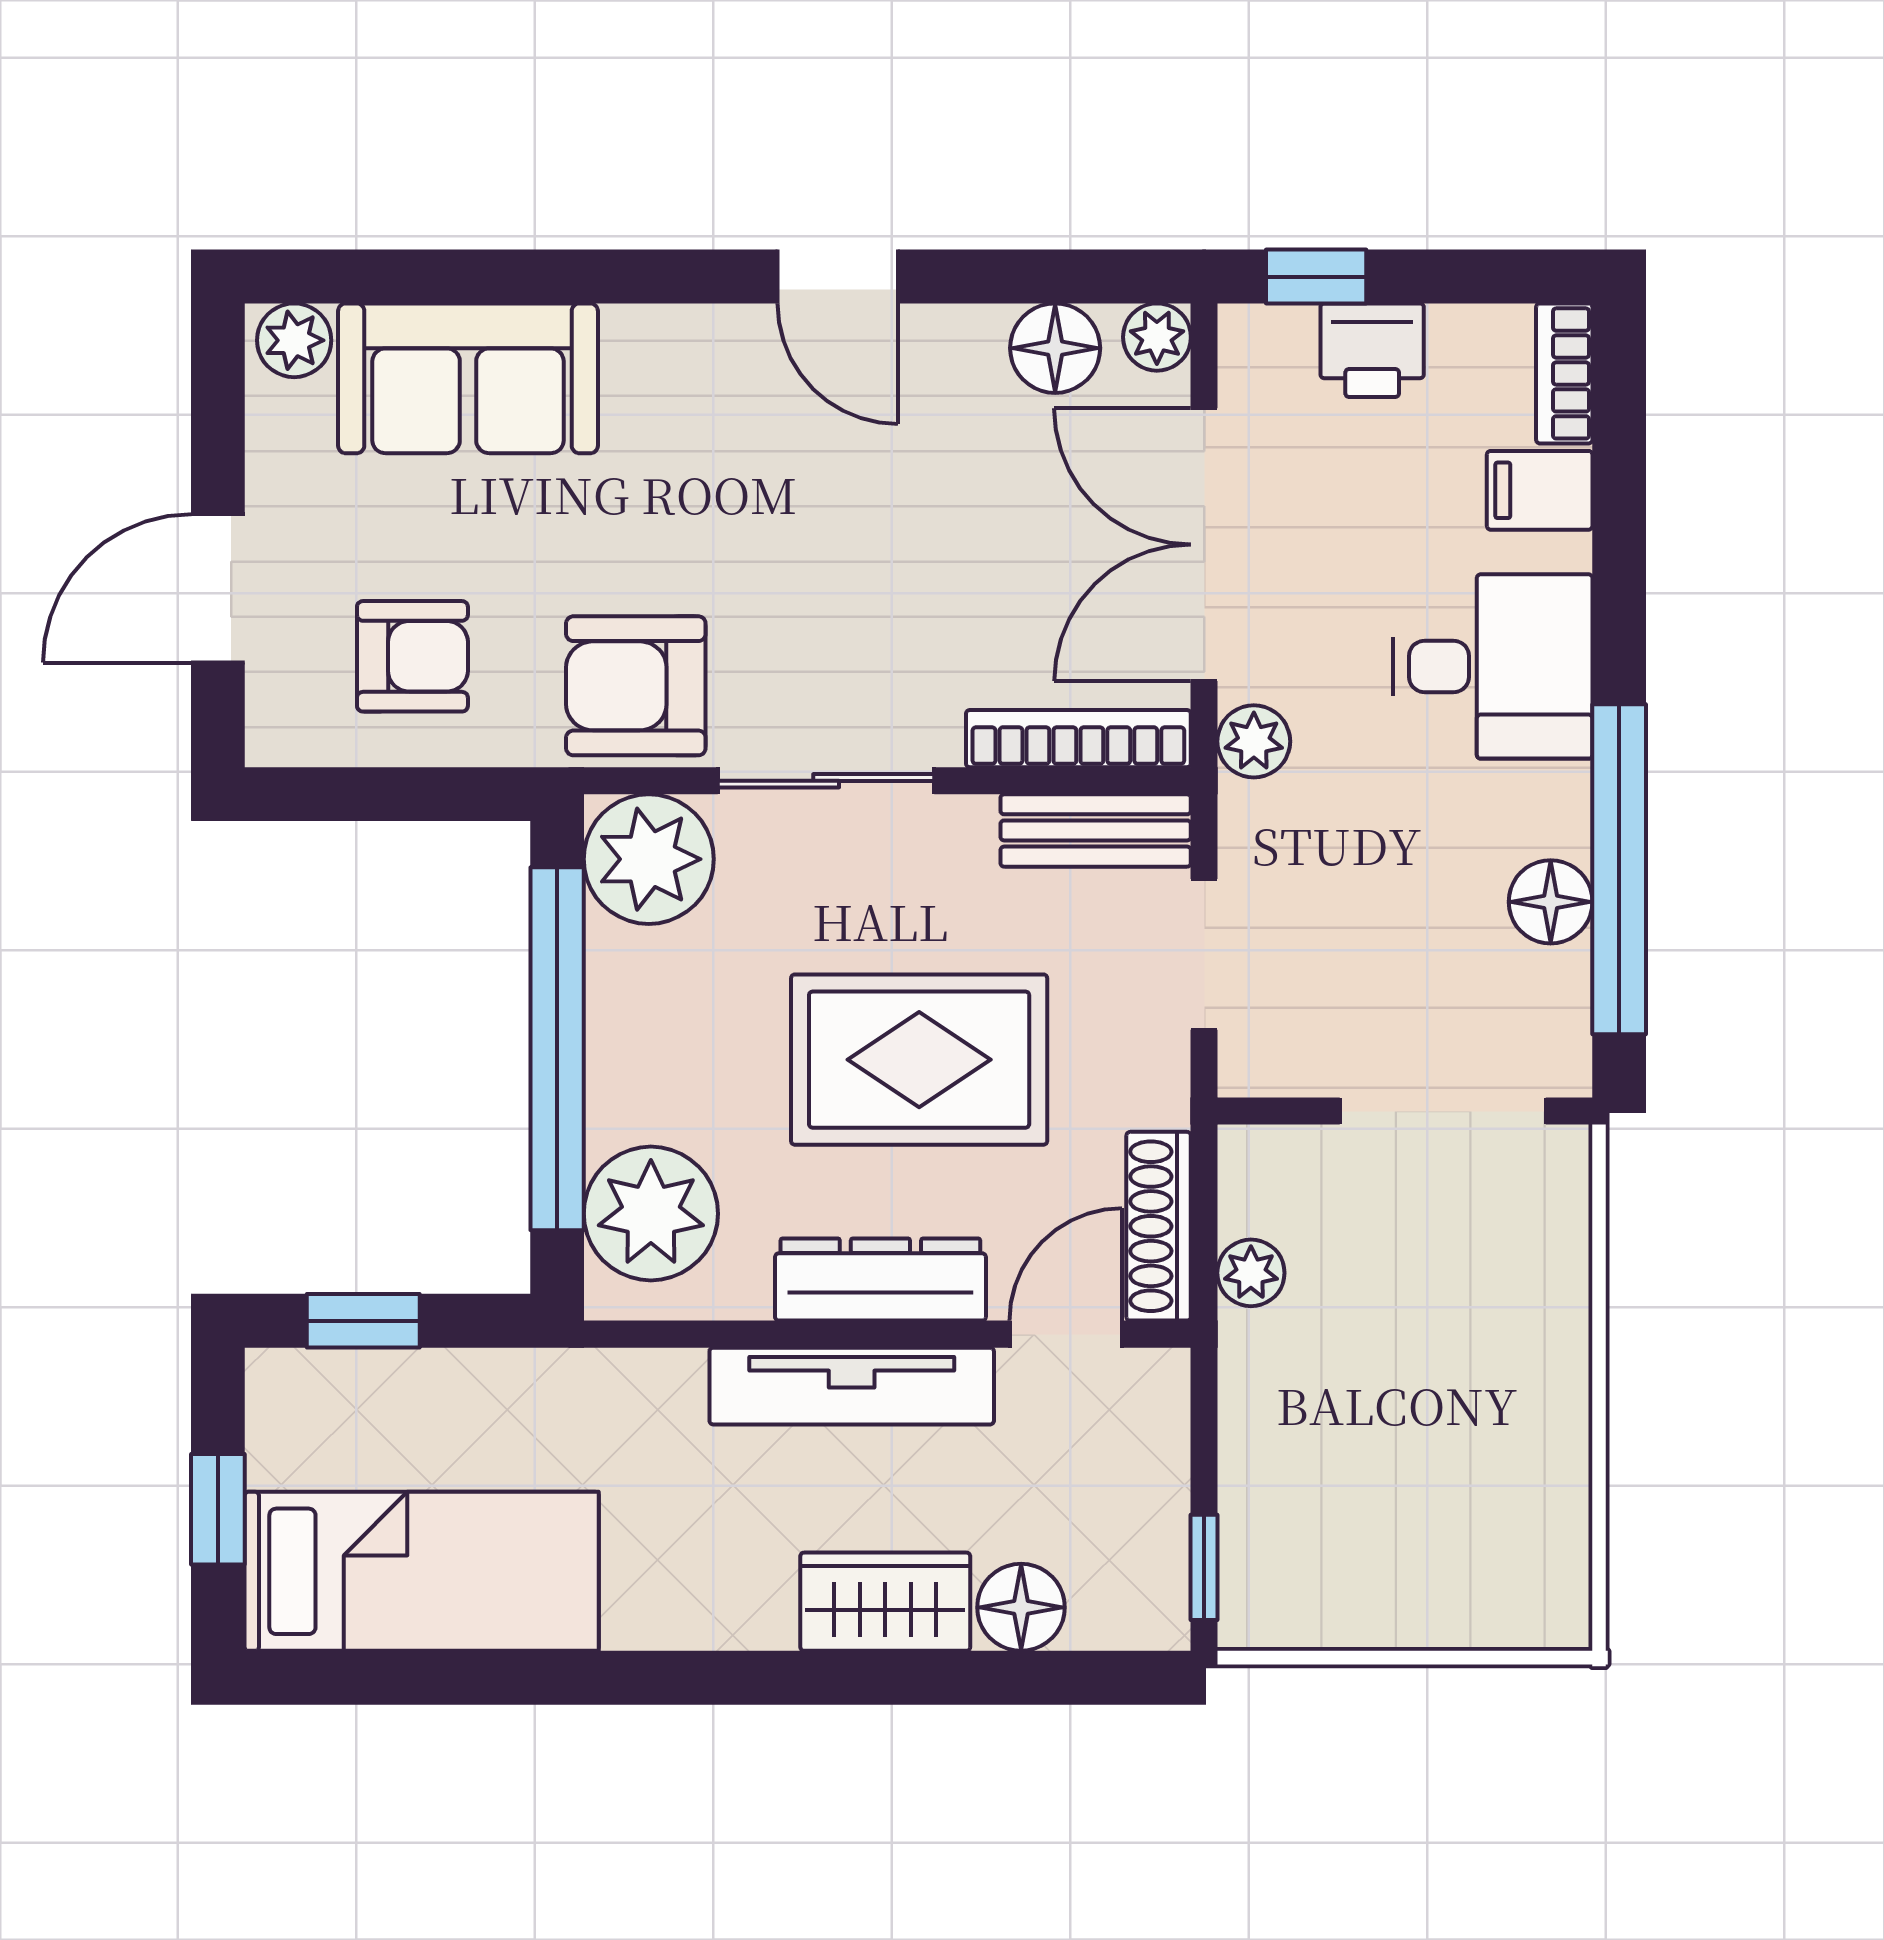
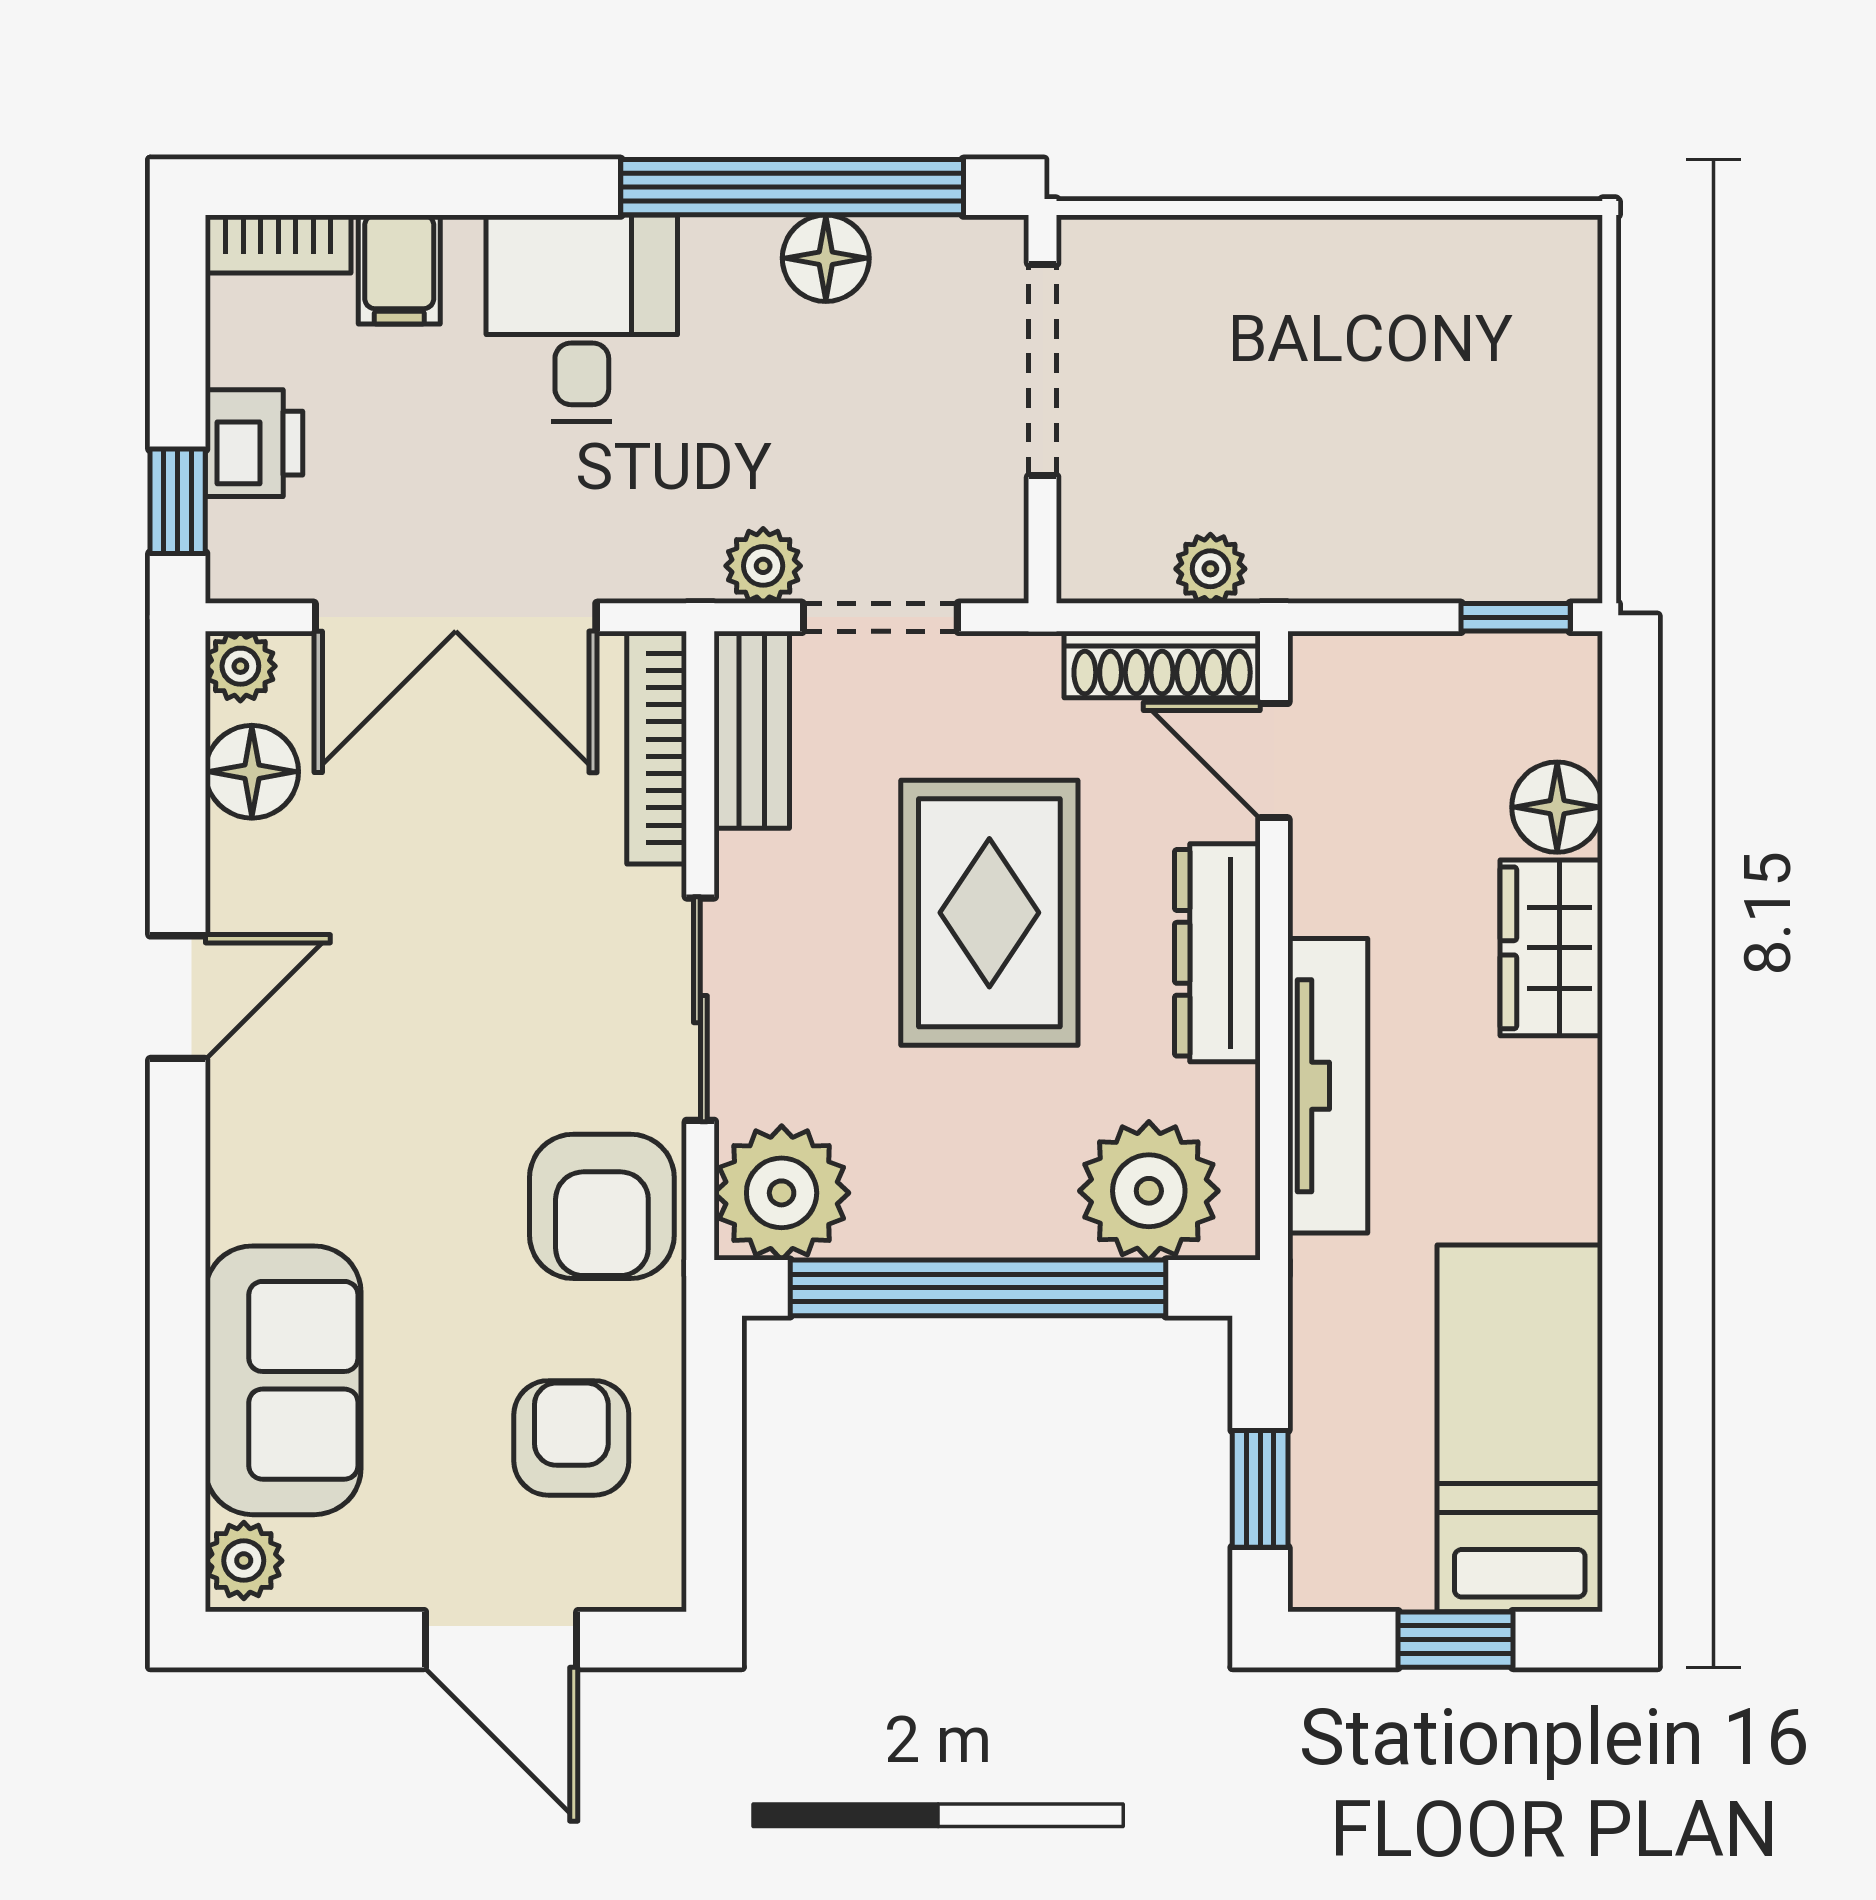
plant: (1254, 741) -> (763, 566), moved
tv unit: (852, 1386) -> (1328, 1086), moved

